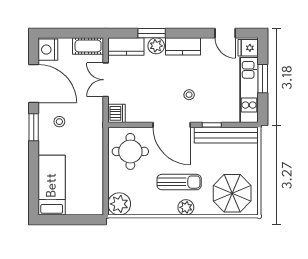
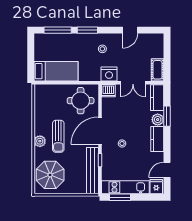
nightstand: (48, 50) -> (109, 74), moved, turned 180
window: (263, 79) -> (120, 197), moved
double door: (106, 80) -> (133, 83), swing flipped
door: (34, 84) -> (130, 30), width x0.53
window: (34, 127) -> (87, 30), moved
window: (34, 183) -> (58, 30), added
bed: (52, 185) -> (56, 71), moved
plant: (119, 204) -> (42, 93), removed

